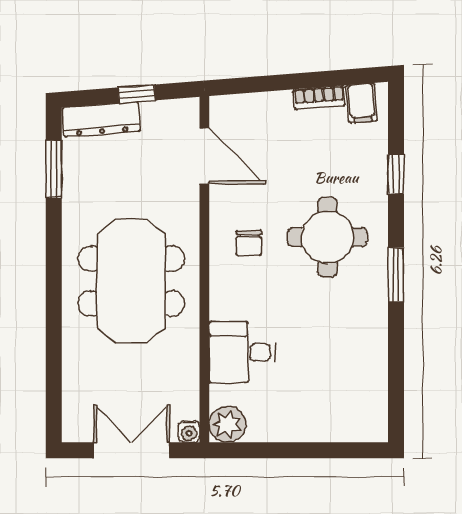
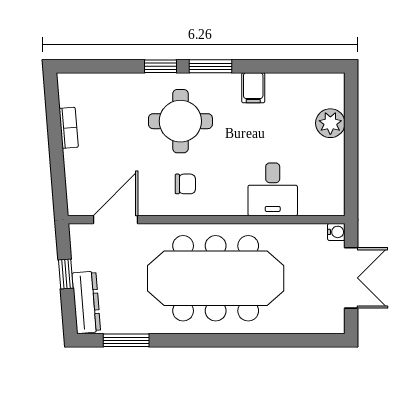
filing cabinet: (362, 103) -> (253, 88), moved, turned 95
window: (396, 174) -> (161, 66), moved
meeting table: (131, 281) -> (216, 278), width x1.36
plant: (227, 424) -> (330, 123), moved
double door: (132, 450) -> (351, 278), swing flipped

